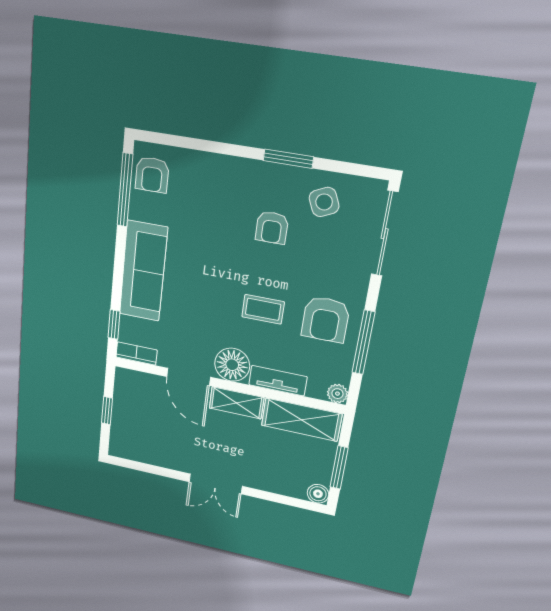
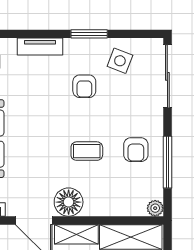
side table: (324, 202) -> (120, 61), turned 45
armchair: (325, 319) -> (136, 150), width x0.72, depth x0.72
tv unit: (278, 381) -> (40, 47), moved, turned 180

